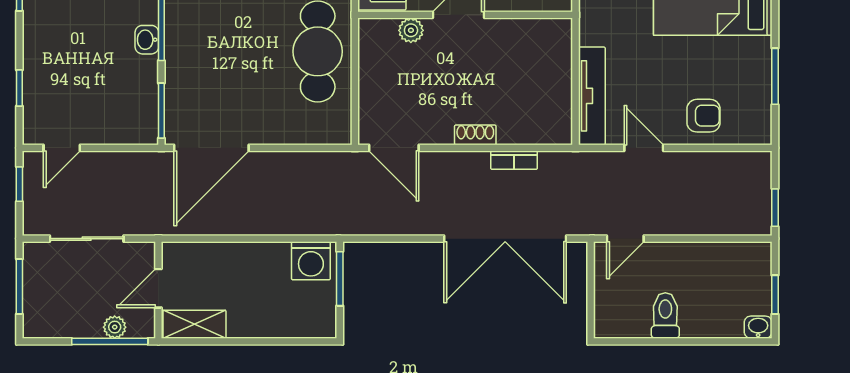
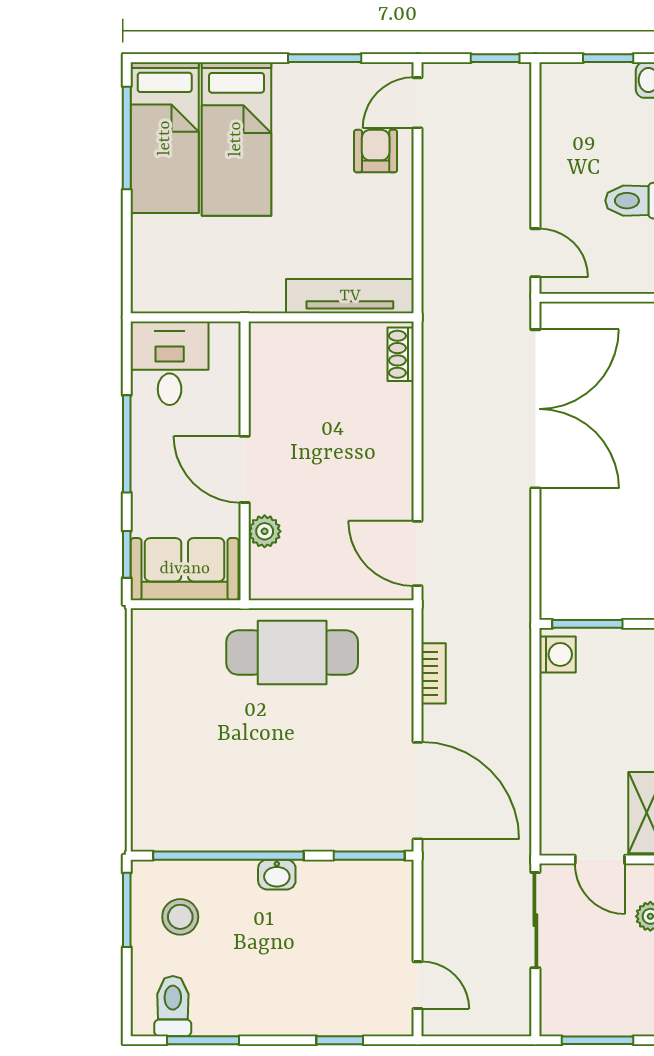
shoe rack: (475, 135) -> (401, 354), moved
door: (394, 148) -> (417, 554), swing flipped
door: (644, 148) -> (417, 103), moved
bookcase: (514, 160) -> (433, 673), moved
window: (19, 184) -> (465, 1040), removed
sliding door: (87, 239) -> (535, 920), moved
washing machine: (311, 261) -> (557, 654), width x0.73, depth x0.73

